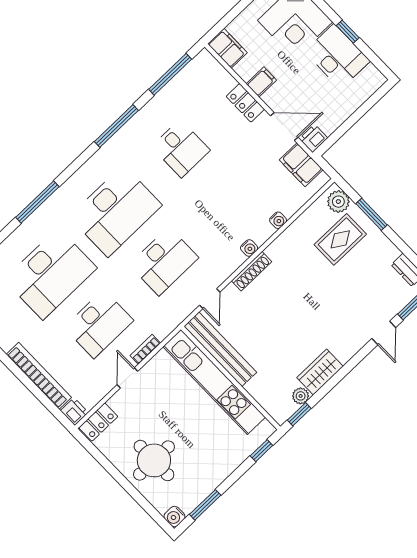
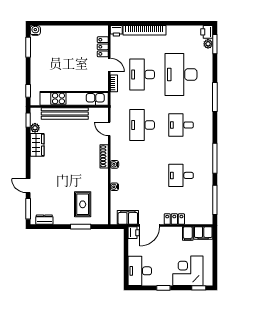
desk: (337, 56) -> (140, 271), moved, turned 90
filing cabinet: (261, 82) -> (188, 234), moved
plant: (338, 202) -> (99, 218), removed
desk: (116, 211) -> (181, 125), width x0.53, depth x0.77
bench: (220, 349) -> (65, 114), moved
locker: (98, 422) -> (103, 47), moved
round table: (154, 460) -> (66, 44), removed

